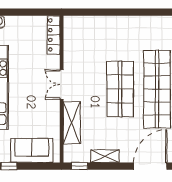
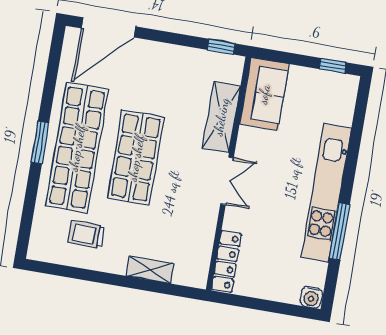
trolley: (142, 37) -> (86, 234), added
sofa: (32, 150) -> (264, 94), moved, turned -90
shelving: (105, 156) -> (150, 270), moved

